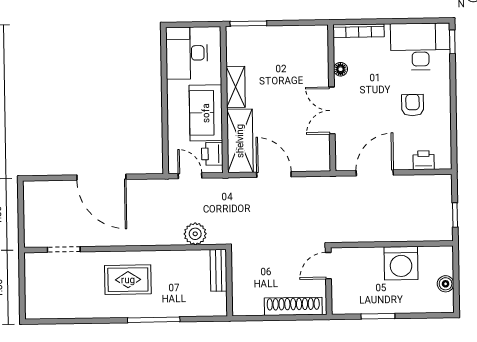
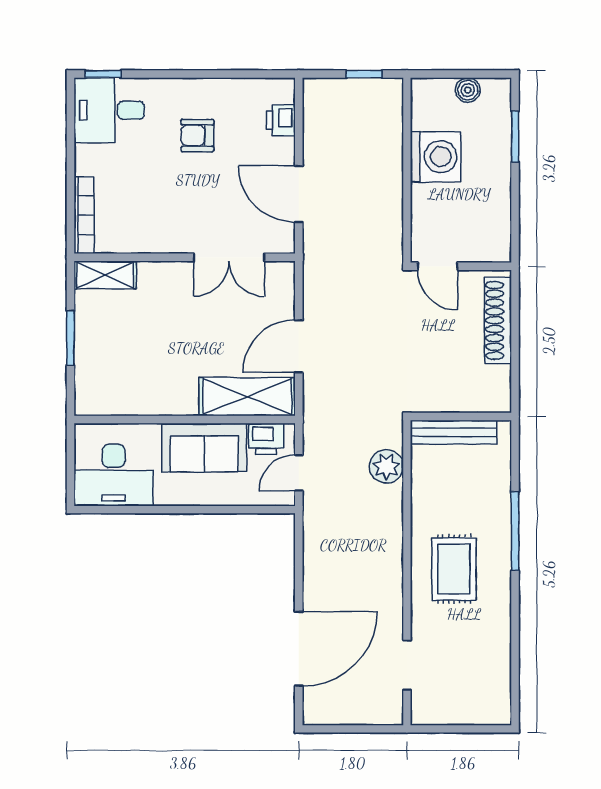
window: (248, 24) -> (70, 338), moved
desk: (420, 46) -> (109, 110), width x0.73
floor lamp: (341, 69) -> (142, 243), removed
shelving: (236, 87) -> (105, 275), moved
double door: (332, 110) -> (229, 257), moved
door: (101, 177) -> (299, 649), moved
bench: (218, 270) -> (454, 432), width x1.36
window: (378, 316) -> (515, 137), moved

